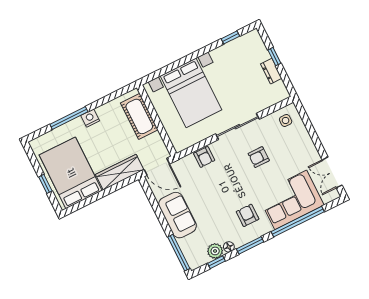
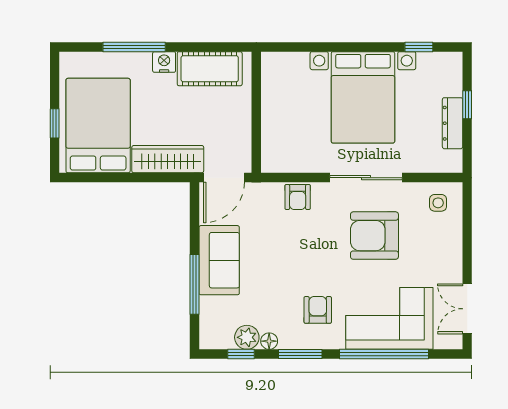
dresser: (271, 71) -> (453, 123), width x1.44
bed with nightstands: (191, 93) -> (363, 97), moved
cot: (139, 116) -> (210, 69), moved, turned 90
armchair: (259, 157) -> (374, 236), width x1.88, depth x1.88
door: (157, 167) -> (224, 178), hinge flipped
window: (179, 253) -> (194, 284), moved

